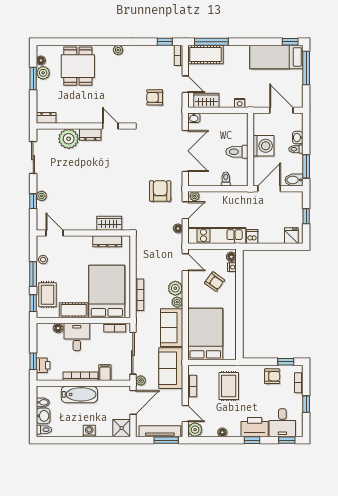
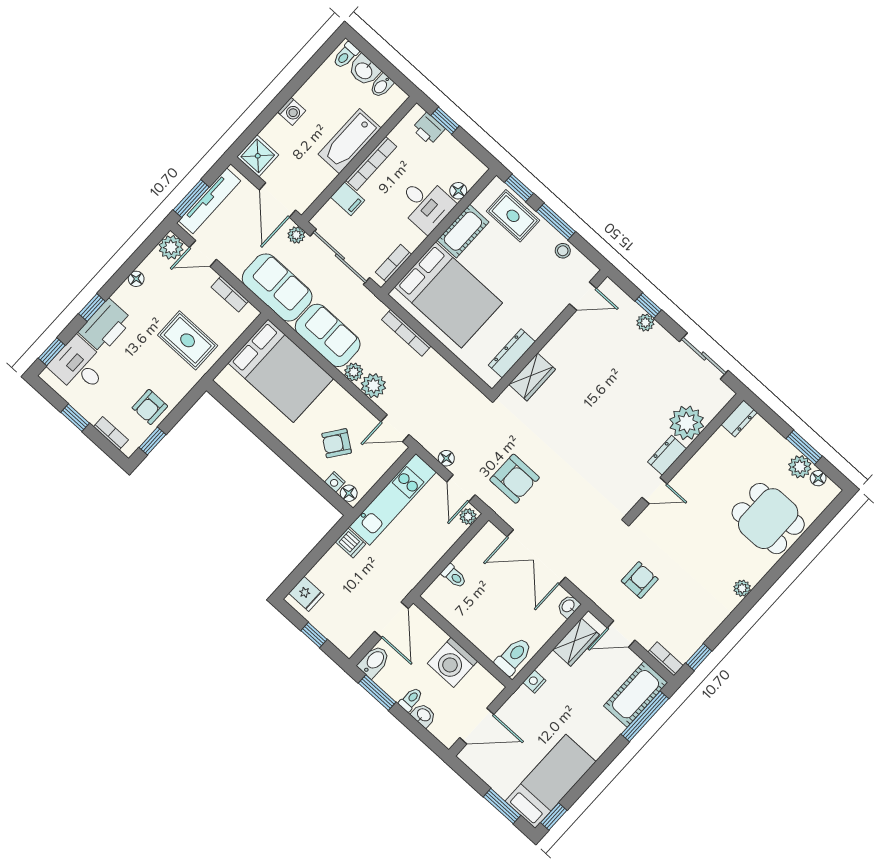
window: (306, 68) -> (502, 806), width x0.69
toilet: (237, 152) -> (514, 656), moved

